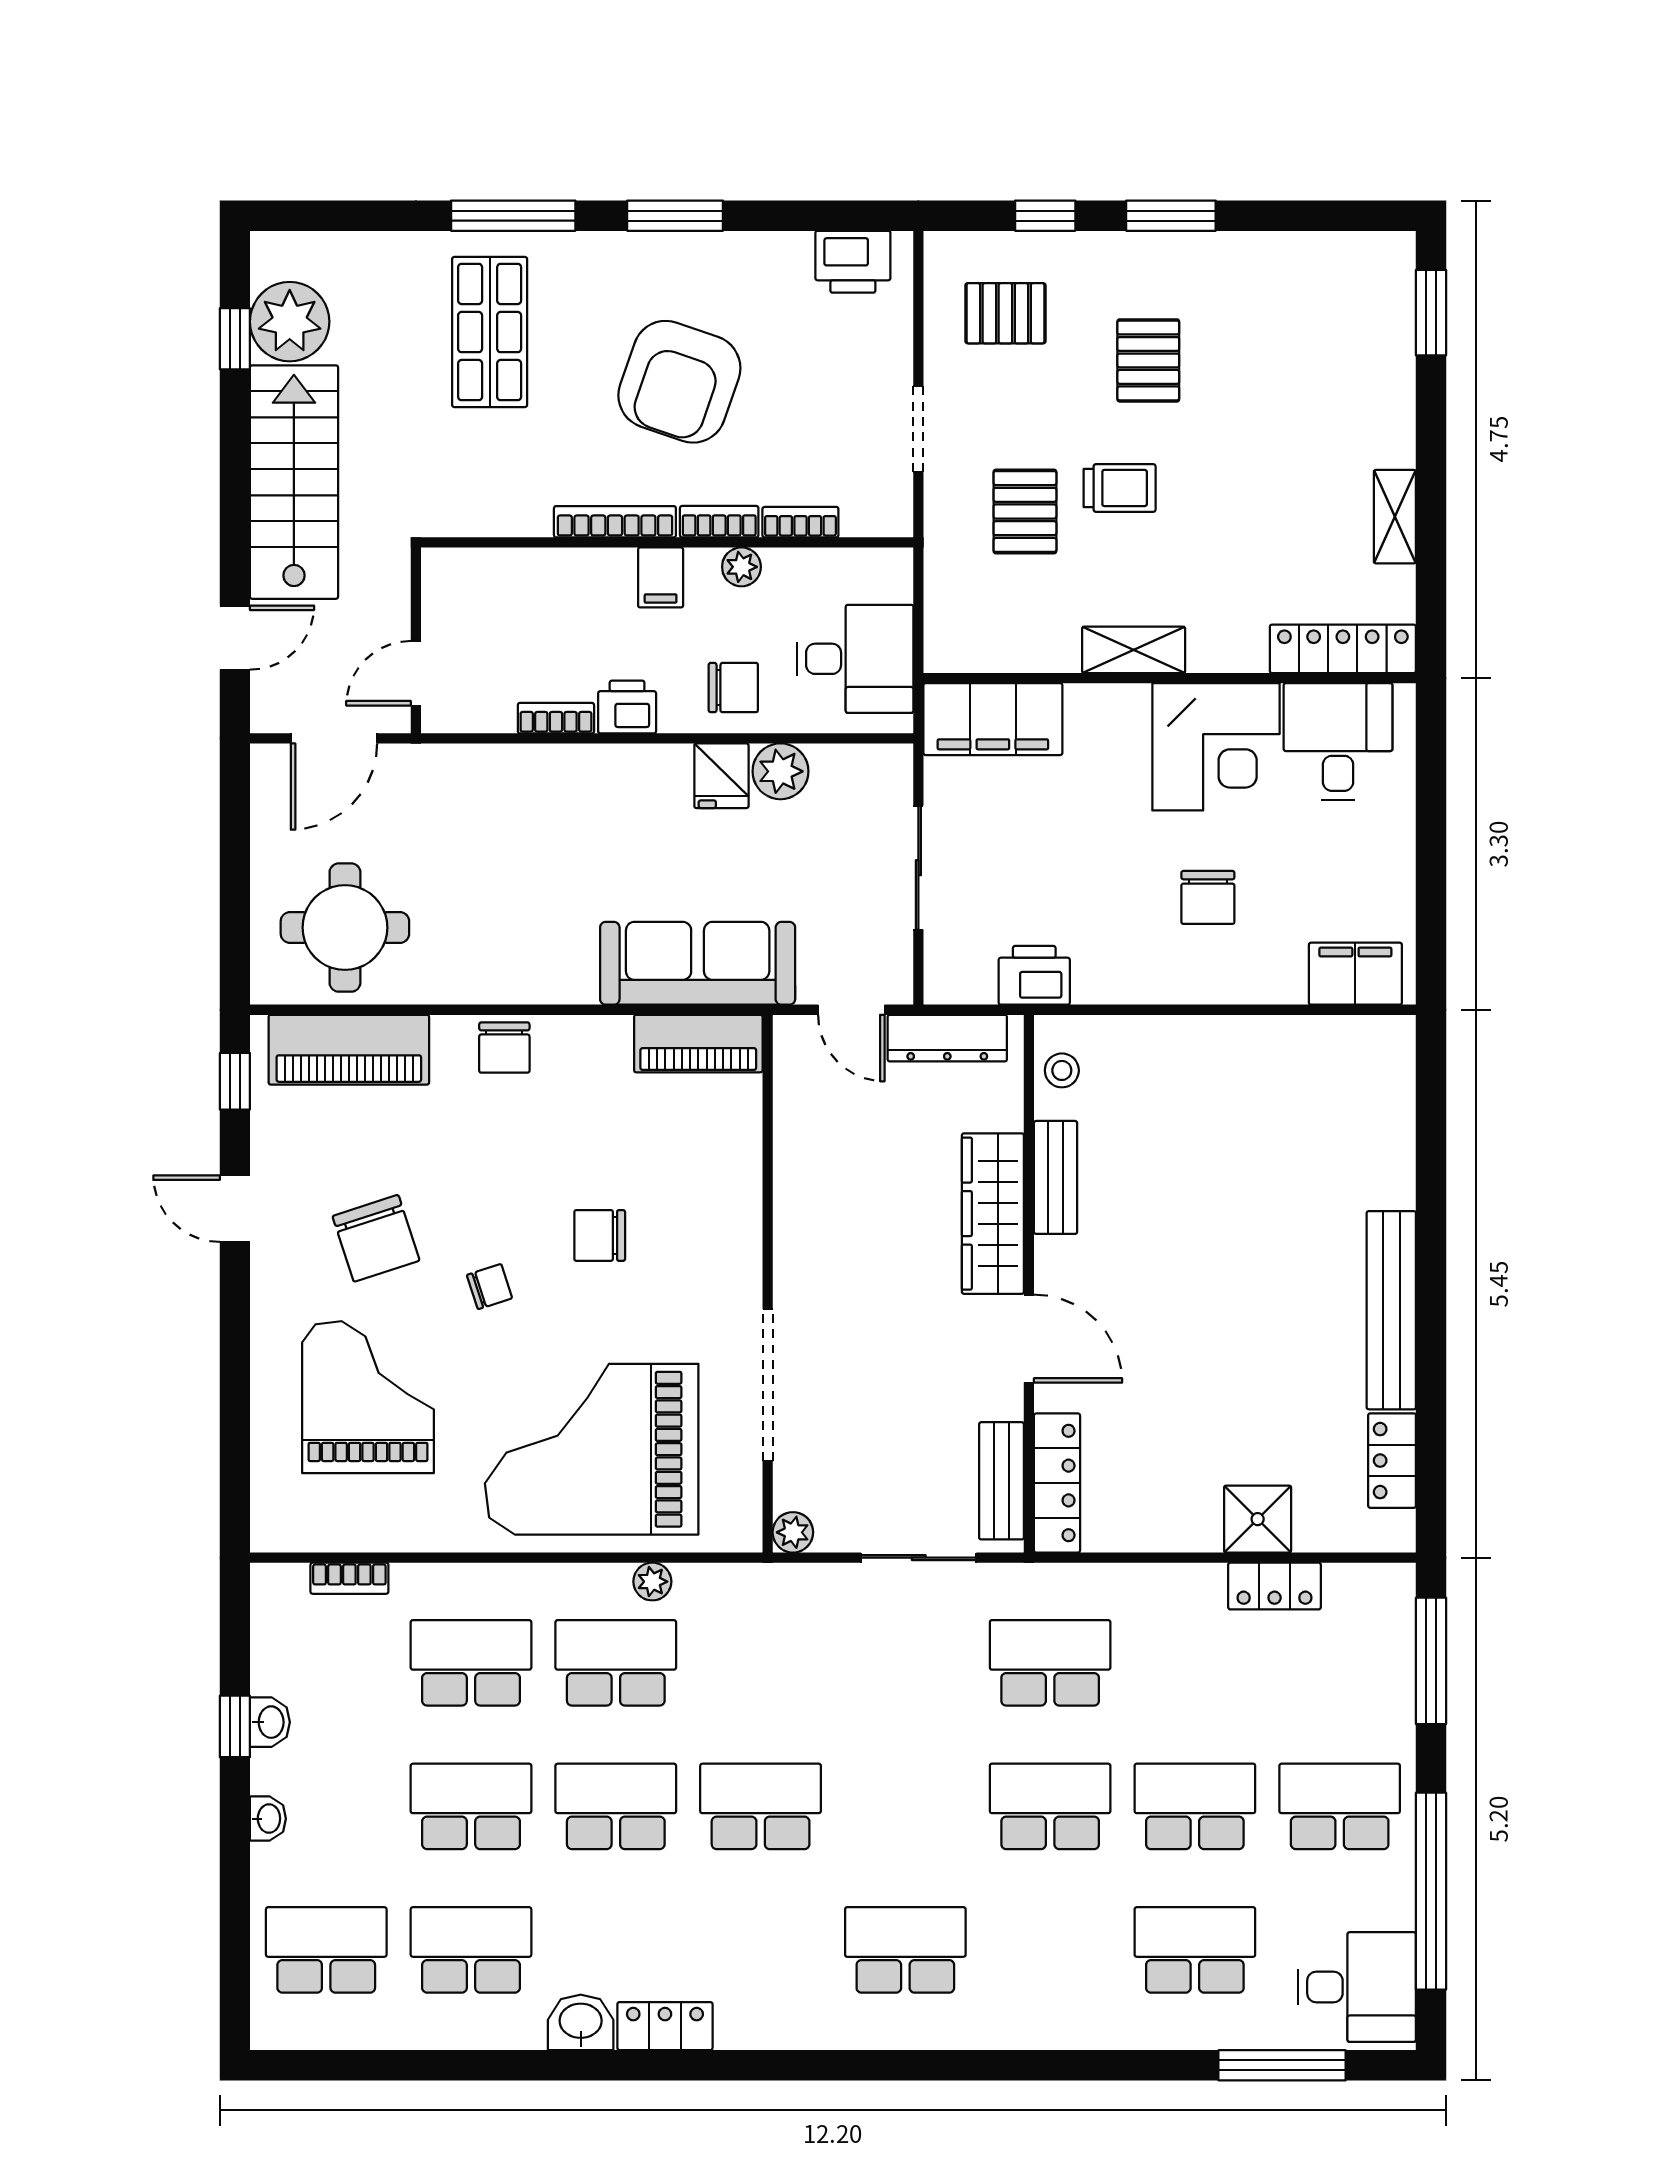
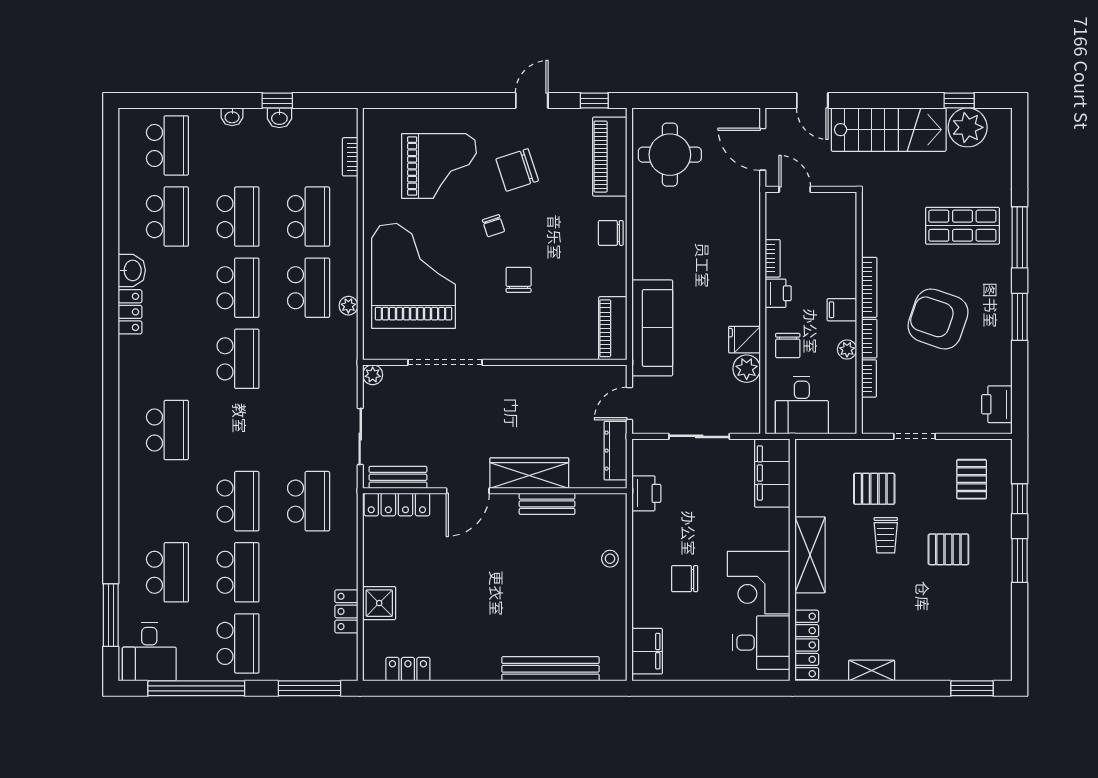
shelving: (1134, 650) -> (810, 555), width x1.50, depth x1.33
stool: (1062, 1070) -> (610, 559), moved
bench: (1391, 1310) -> (550, 669), moved

